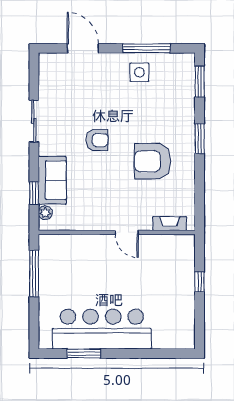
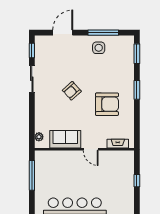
door: (83, 48) -> (63, 33), hinge flipped
armchair: (97, 140) -> (72, 91), turned 138
armchair: (153, 161) -> (107, 104), turned 180
sofa: (52, 180) -> (65, 139), moved, turned -90
window: (34, 193) -> (32, 51), moved

